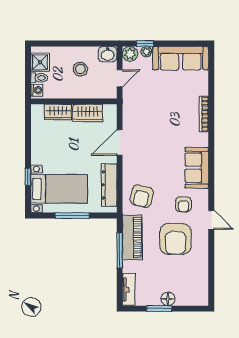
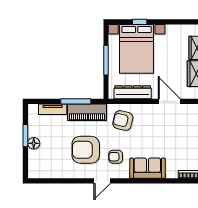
bed with nightstands: (59, 189) -> (137, 49), width x1.36
tv unit: (129, 290) -> (53, 109), moved

